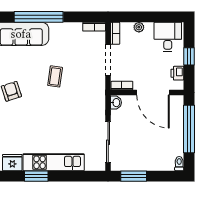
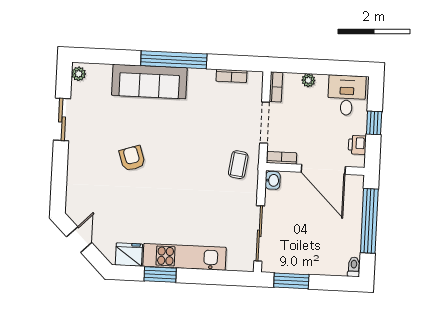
bookcase: (94, 27) -> (231, 76), moved
coffee table: (55, 76) -> (238, 165), moved

